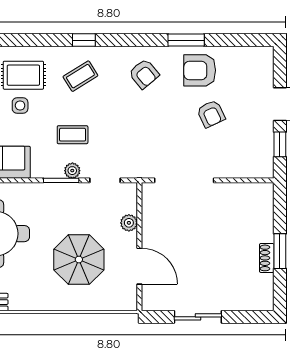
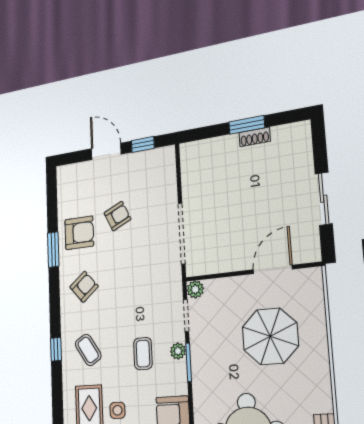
armchair: (200, 70) -> (79, 233), turned -90
plant: (129, 223) -> (195, 289), moved

